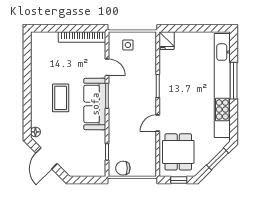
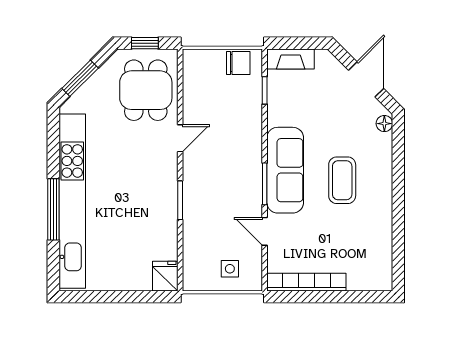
fireplace: (92, 171) -> (291, 59), added

